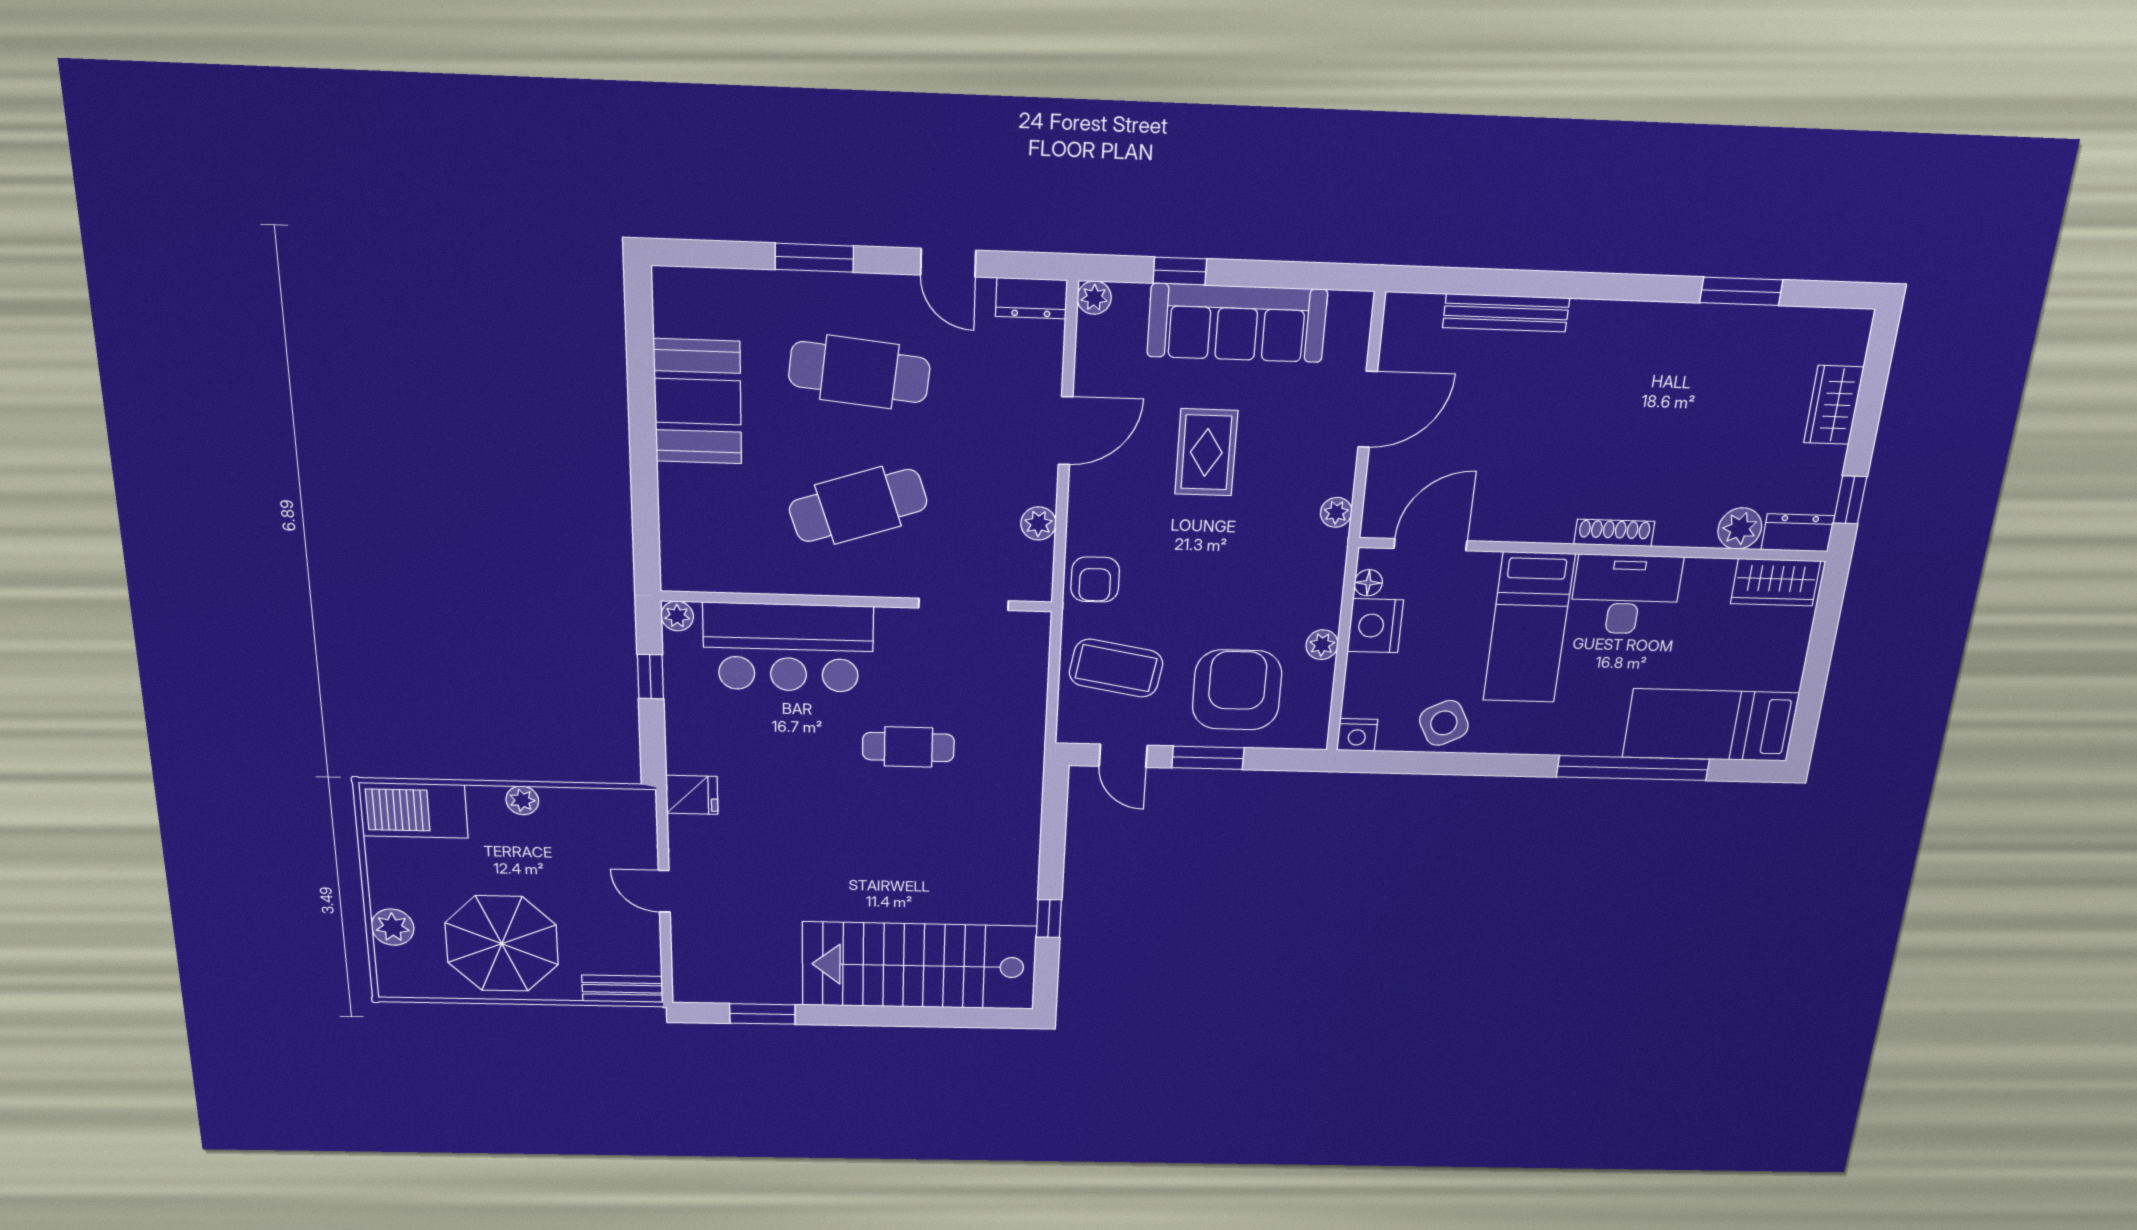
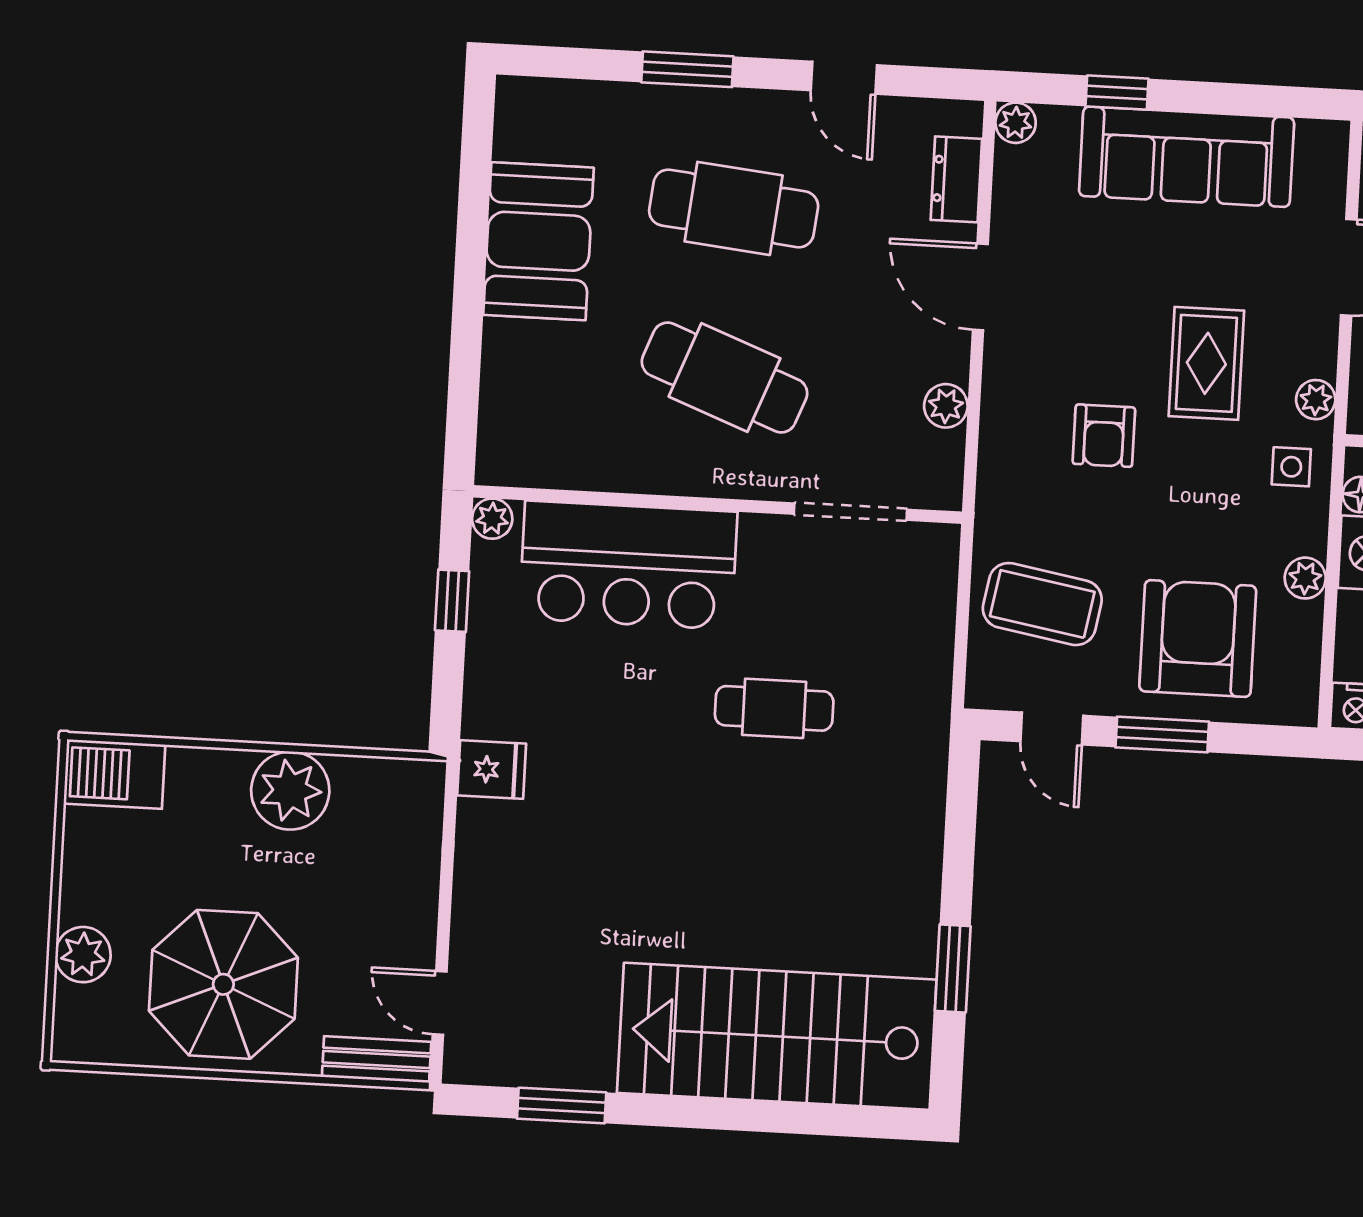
dresser: (1031, 298) -> (956, 179), moved, turned 90
door: (1066, 431) -> (980, 287), swing flipped
rug: (1206, 452) -> (1206, 363), moved
cafe table: (858, 506) -> (724, 377), turned 39
side table: (1315, 563) -> (1291, 467), added
armchair: (1095, 579) -> (1104, 436), moved
plant: (522, 800) -> (290, 791), width x1.88, depth x1.88
barbecue: (414, 810) -> (114, 774), width x0.73, depth x0.83
door: (664, 891) -> (440, 1003), moved
window: (1049, 919) -> (953, 968), width x1.50

